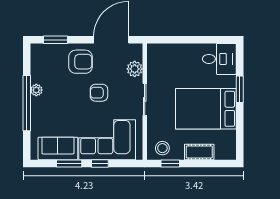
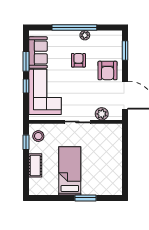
desk: (219, 59) -> (110, 182), removed
armchair: (99, 93) -> (78, 60), moved
bed: (206, 109) -> (70, 171), width x0.67

